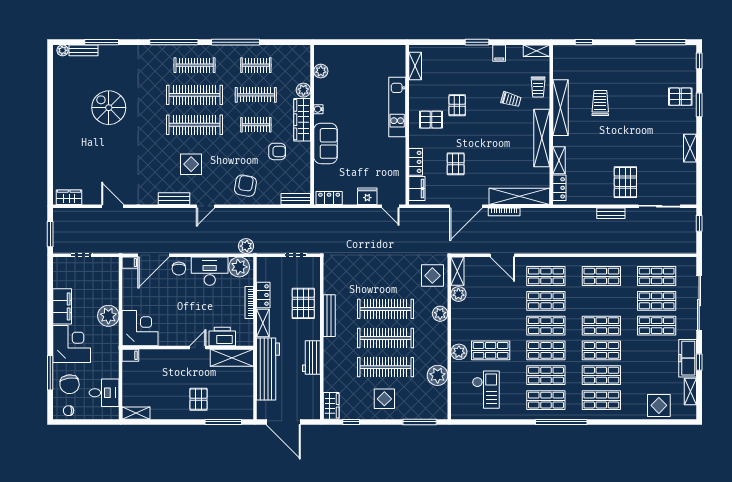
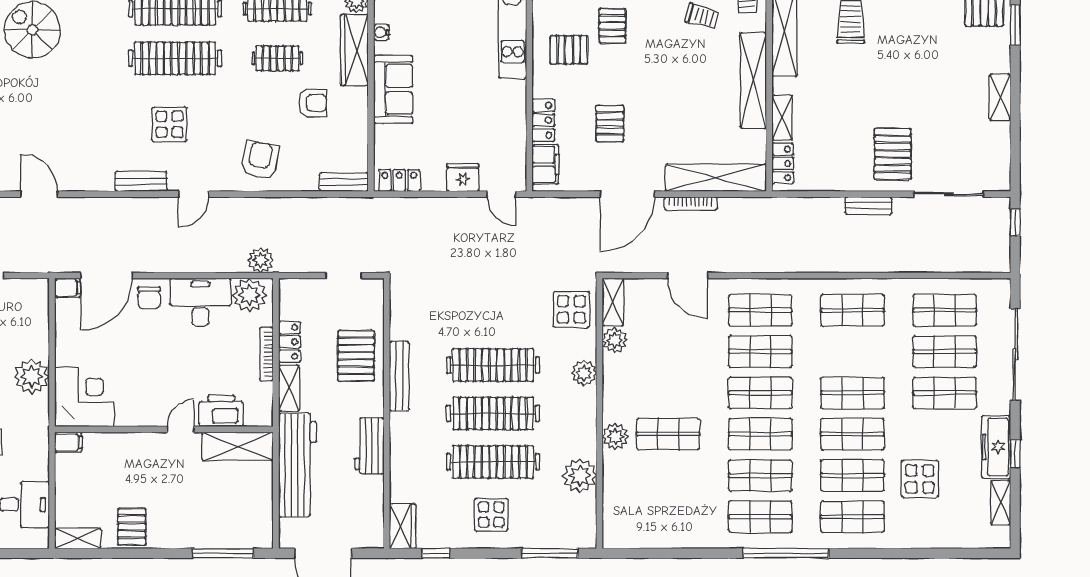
checkout: (486, 390) -> (660, 499), removed
pallet: (199, 399) -> (132, 527), moved
display table: (659, 405) -> (920, 479), moved

